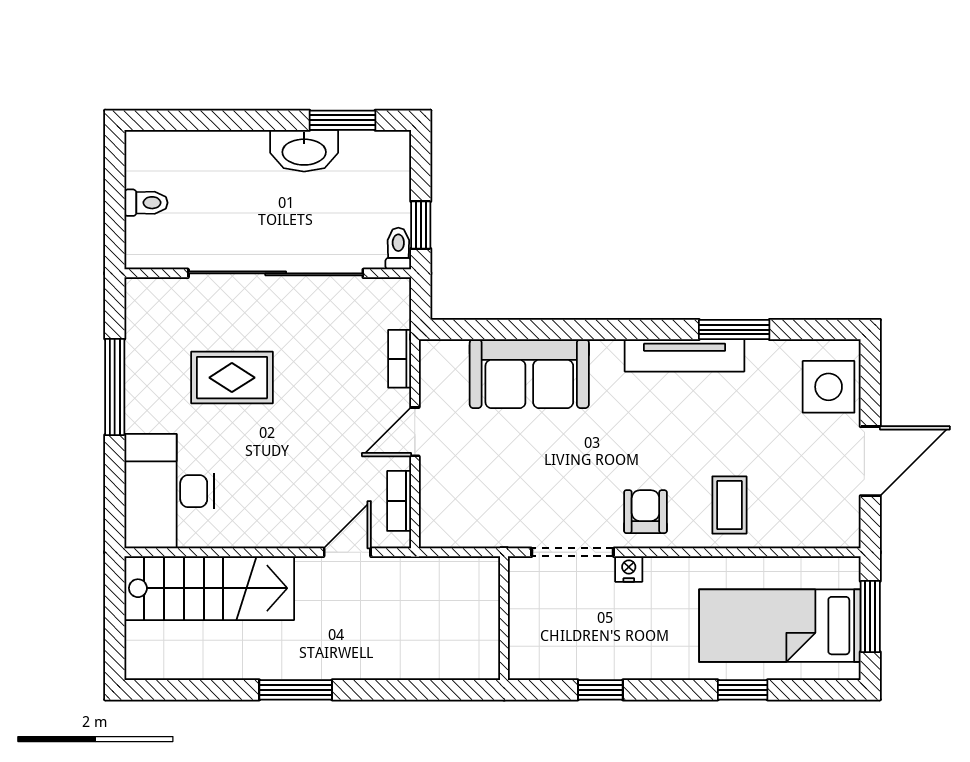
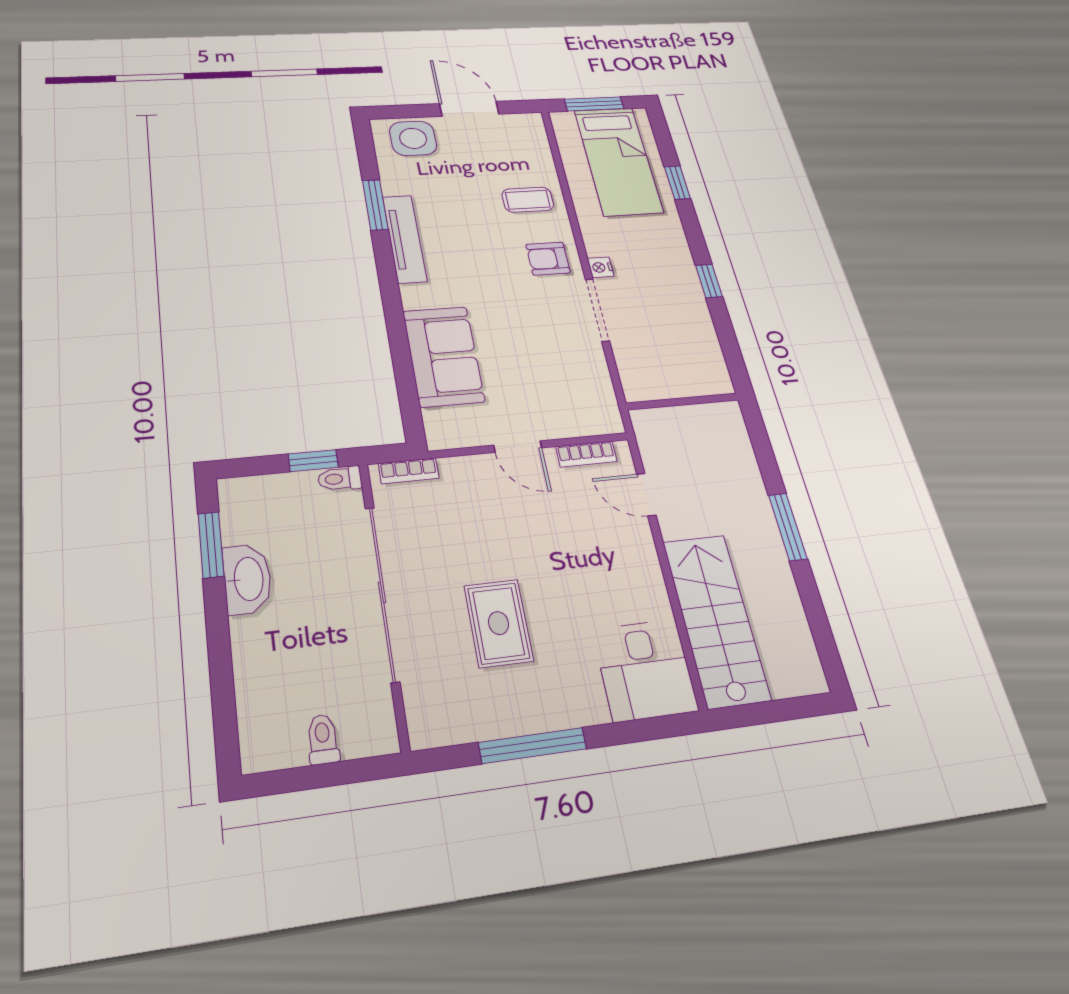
bookcase: (400, 359) -> (409, 471), moved
desk: (169, 491) -> (645, 670), width x0.73
wall: (504, 618) -> (682, 401), moved

